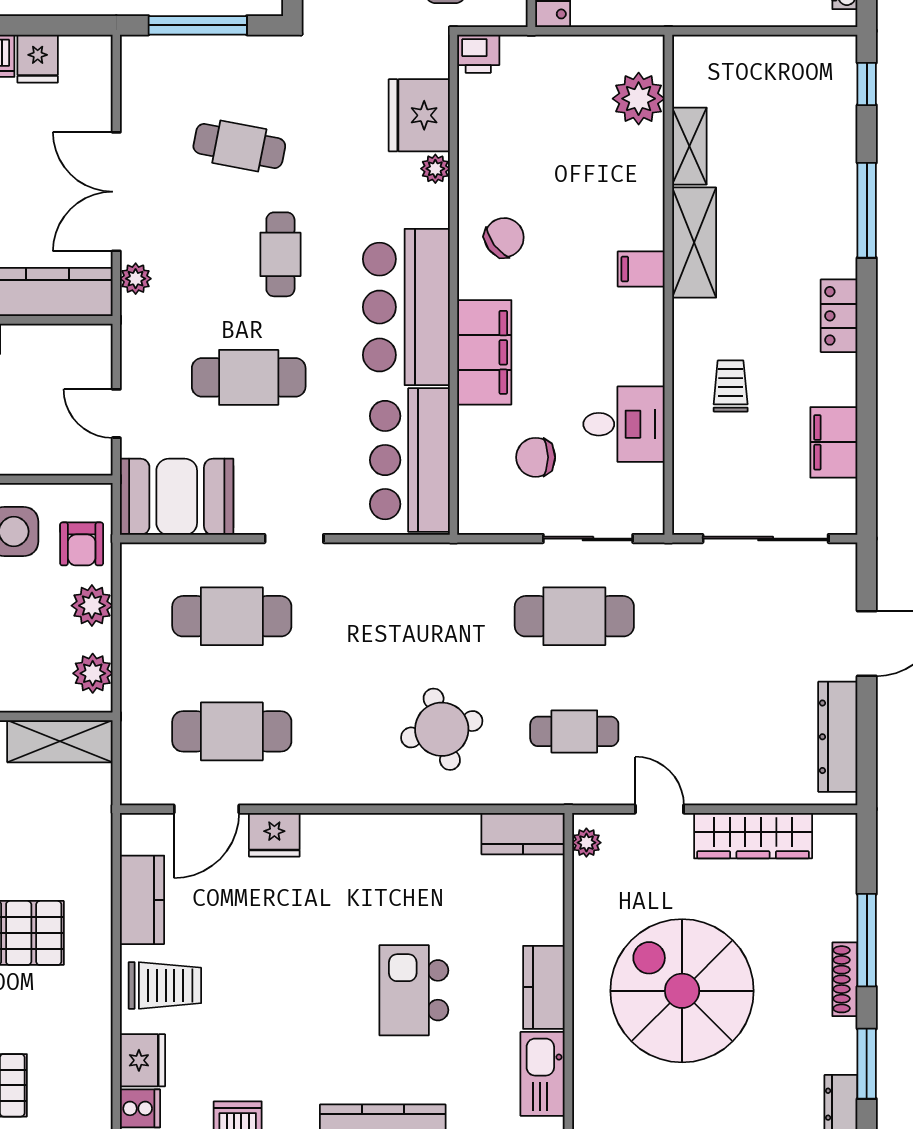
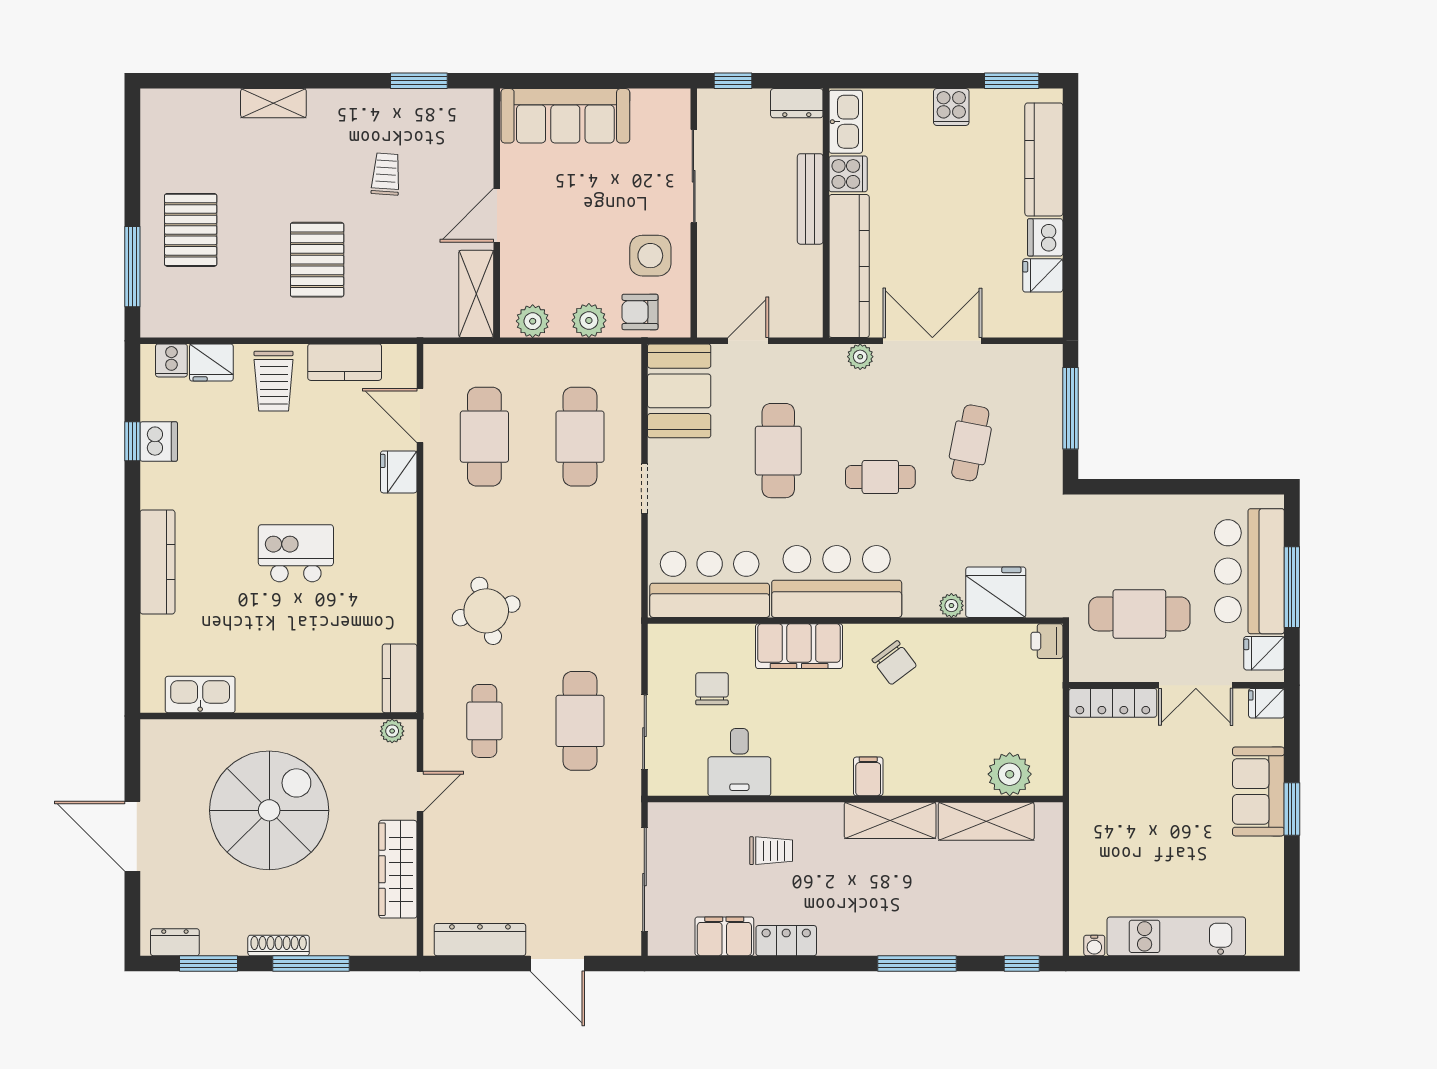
shelving: (689, 146) -> (986, 821), width x1.50, depth x1.33
locker: (839, 316) -> (786, 941), moved
kitchen counter: (544, 987) -> (272, 696), removed
kitchen island: (414, 990) -> (296, 553), moved

